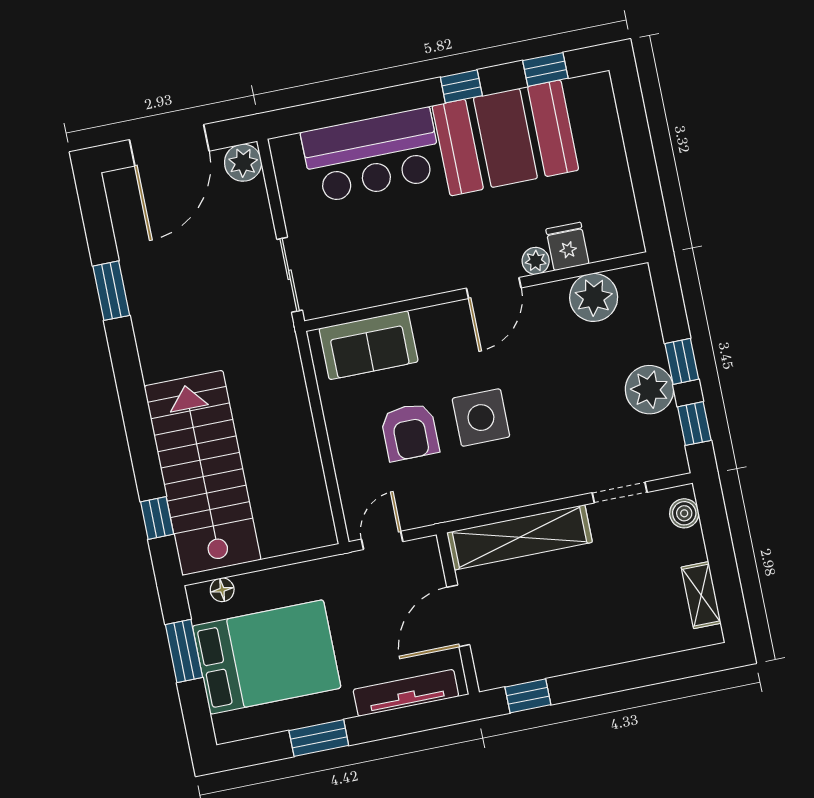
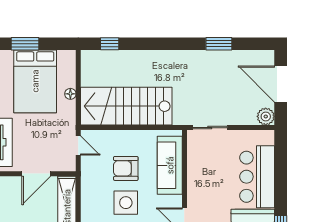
sofa: (369, 345) -> (170, 165), width x1.36
stairs: (202, 473) -> (126, 106), moved, turned 180
floor lamp: (222, 590) -> (70, 94), moved
door: (458, 616) -> (36, 174), swing flipped
window: (184, 651) -> (25, 44), moved

